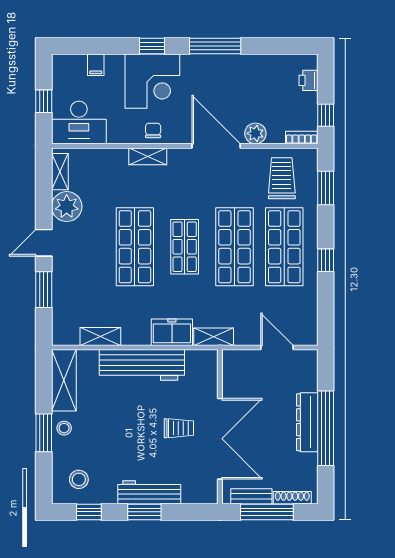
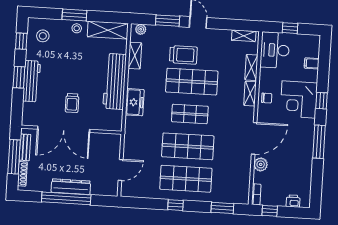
trolley: (282, 178) -> (183, 55), moved
plant: (67, 207) -> (141, 29), moved, width x0.53, depth x0.53
shelving: (214, 337) -> (251, 67), moved

